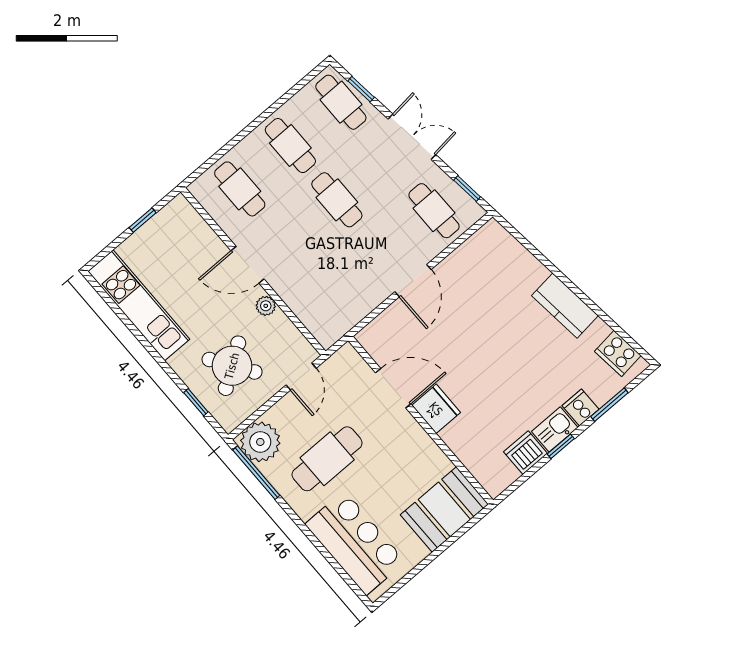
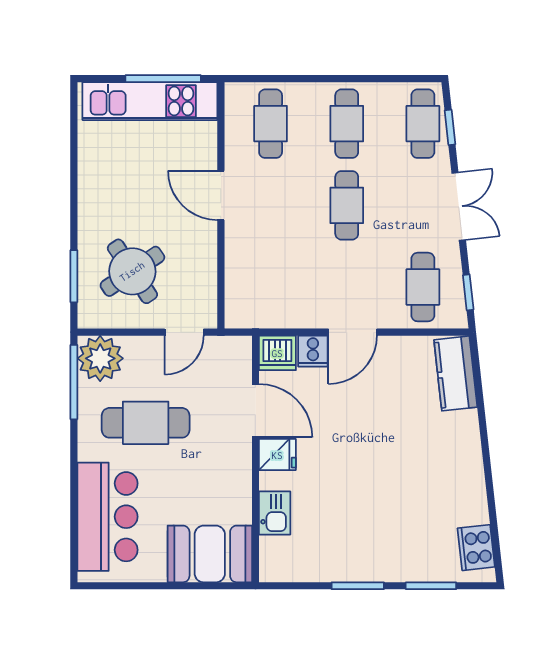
window: (143, 220) -> (163, 79), width x2.17
kitchen unit: (139, 305) -> (150, 101), moved, turned 90
plant: (266, 306) -> (206, 244), removed
kitchen counter: (565, 306) -> (456, 373), moved
window: (196, 402) -> (74, 276), width x1.50
cooker: (580, 408) -> (313, 351), moved, turned 180
fridge: (436, 409) -> (277, 455), width x0.72
kitchen sink: (555, 429) -> (275, 513), moved, turned 90
window: (561, 446) -> (358, 586), width x1.50
dishwasher: (526, 453) -> (277, 353), moved, turned 180

